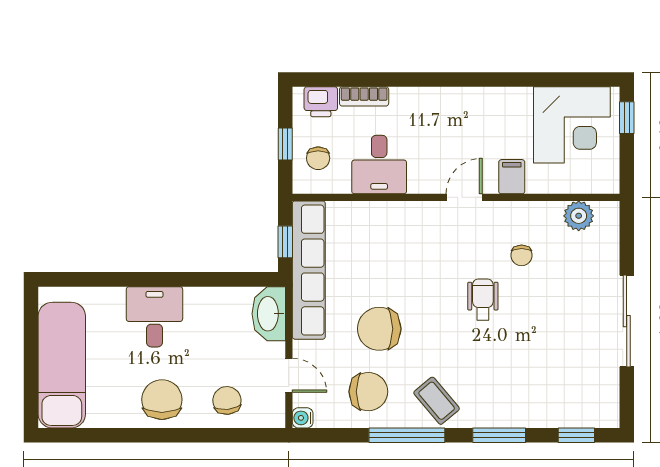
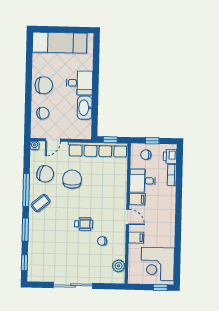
filing cabinet: (422, 176) -> (137, 199), added
washbasin: (269, 314) -> (85, 108), moved, turned -90
chair: (368, 392) -> (45, 174), turned -75

